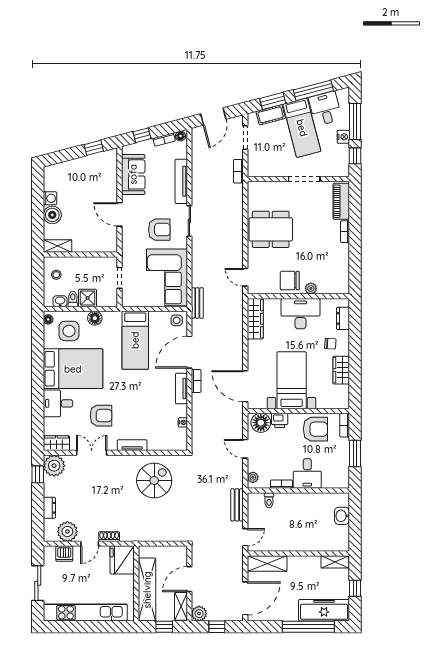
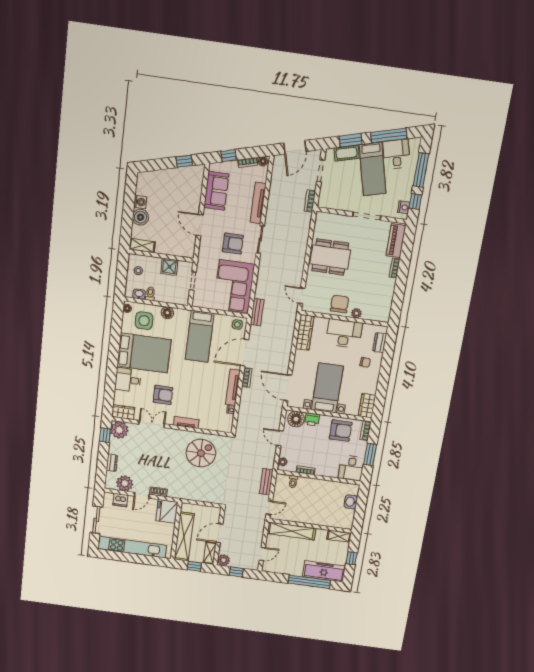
nightstand: (343, 137) -> (404, 207), moved
chair: (290, 281) -> (340, 304), turned 90
shower: (88, 298) -> (169, 267), moved
wardrobe: (341, 370) -> (367, 406), moved
tv unit: (181, 389) -> (233, 387), width x1.41
desk: (307, 473) -> (351, 468), moved
shelving: (267, 563) -> (291, 531), width x1.47
door: (245, 598) -> (262, 554), width x0.53

